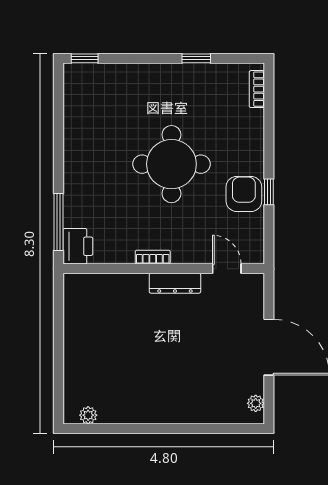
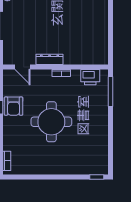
window: (196, 58) -> (38, 177), removed
printer: (78, 246) -> (90, 77), moved, turned -90

